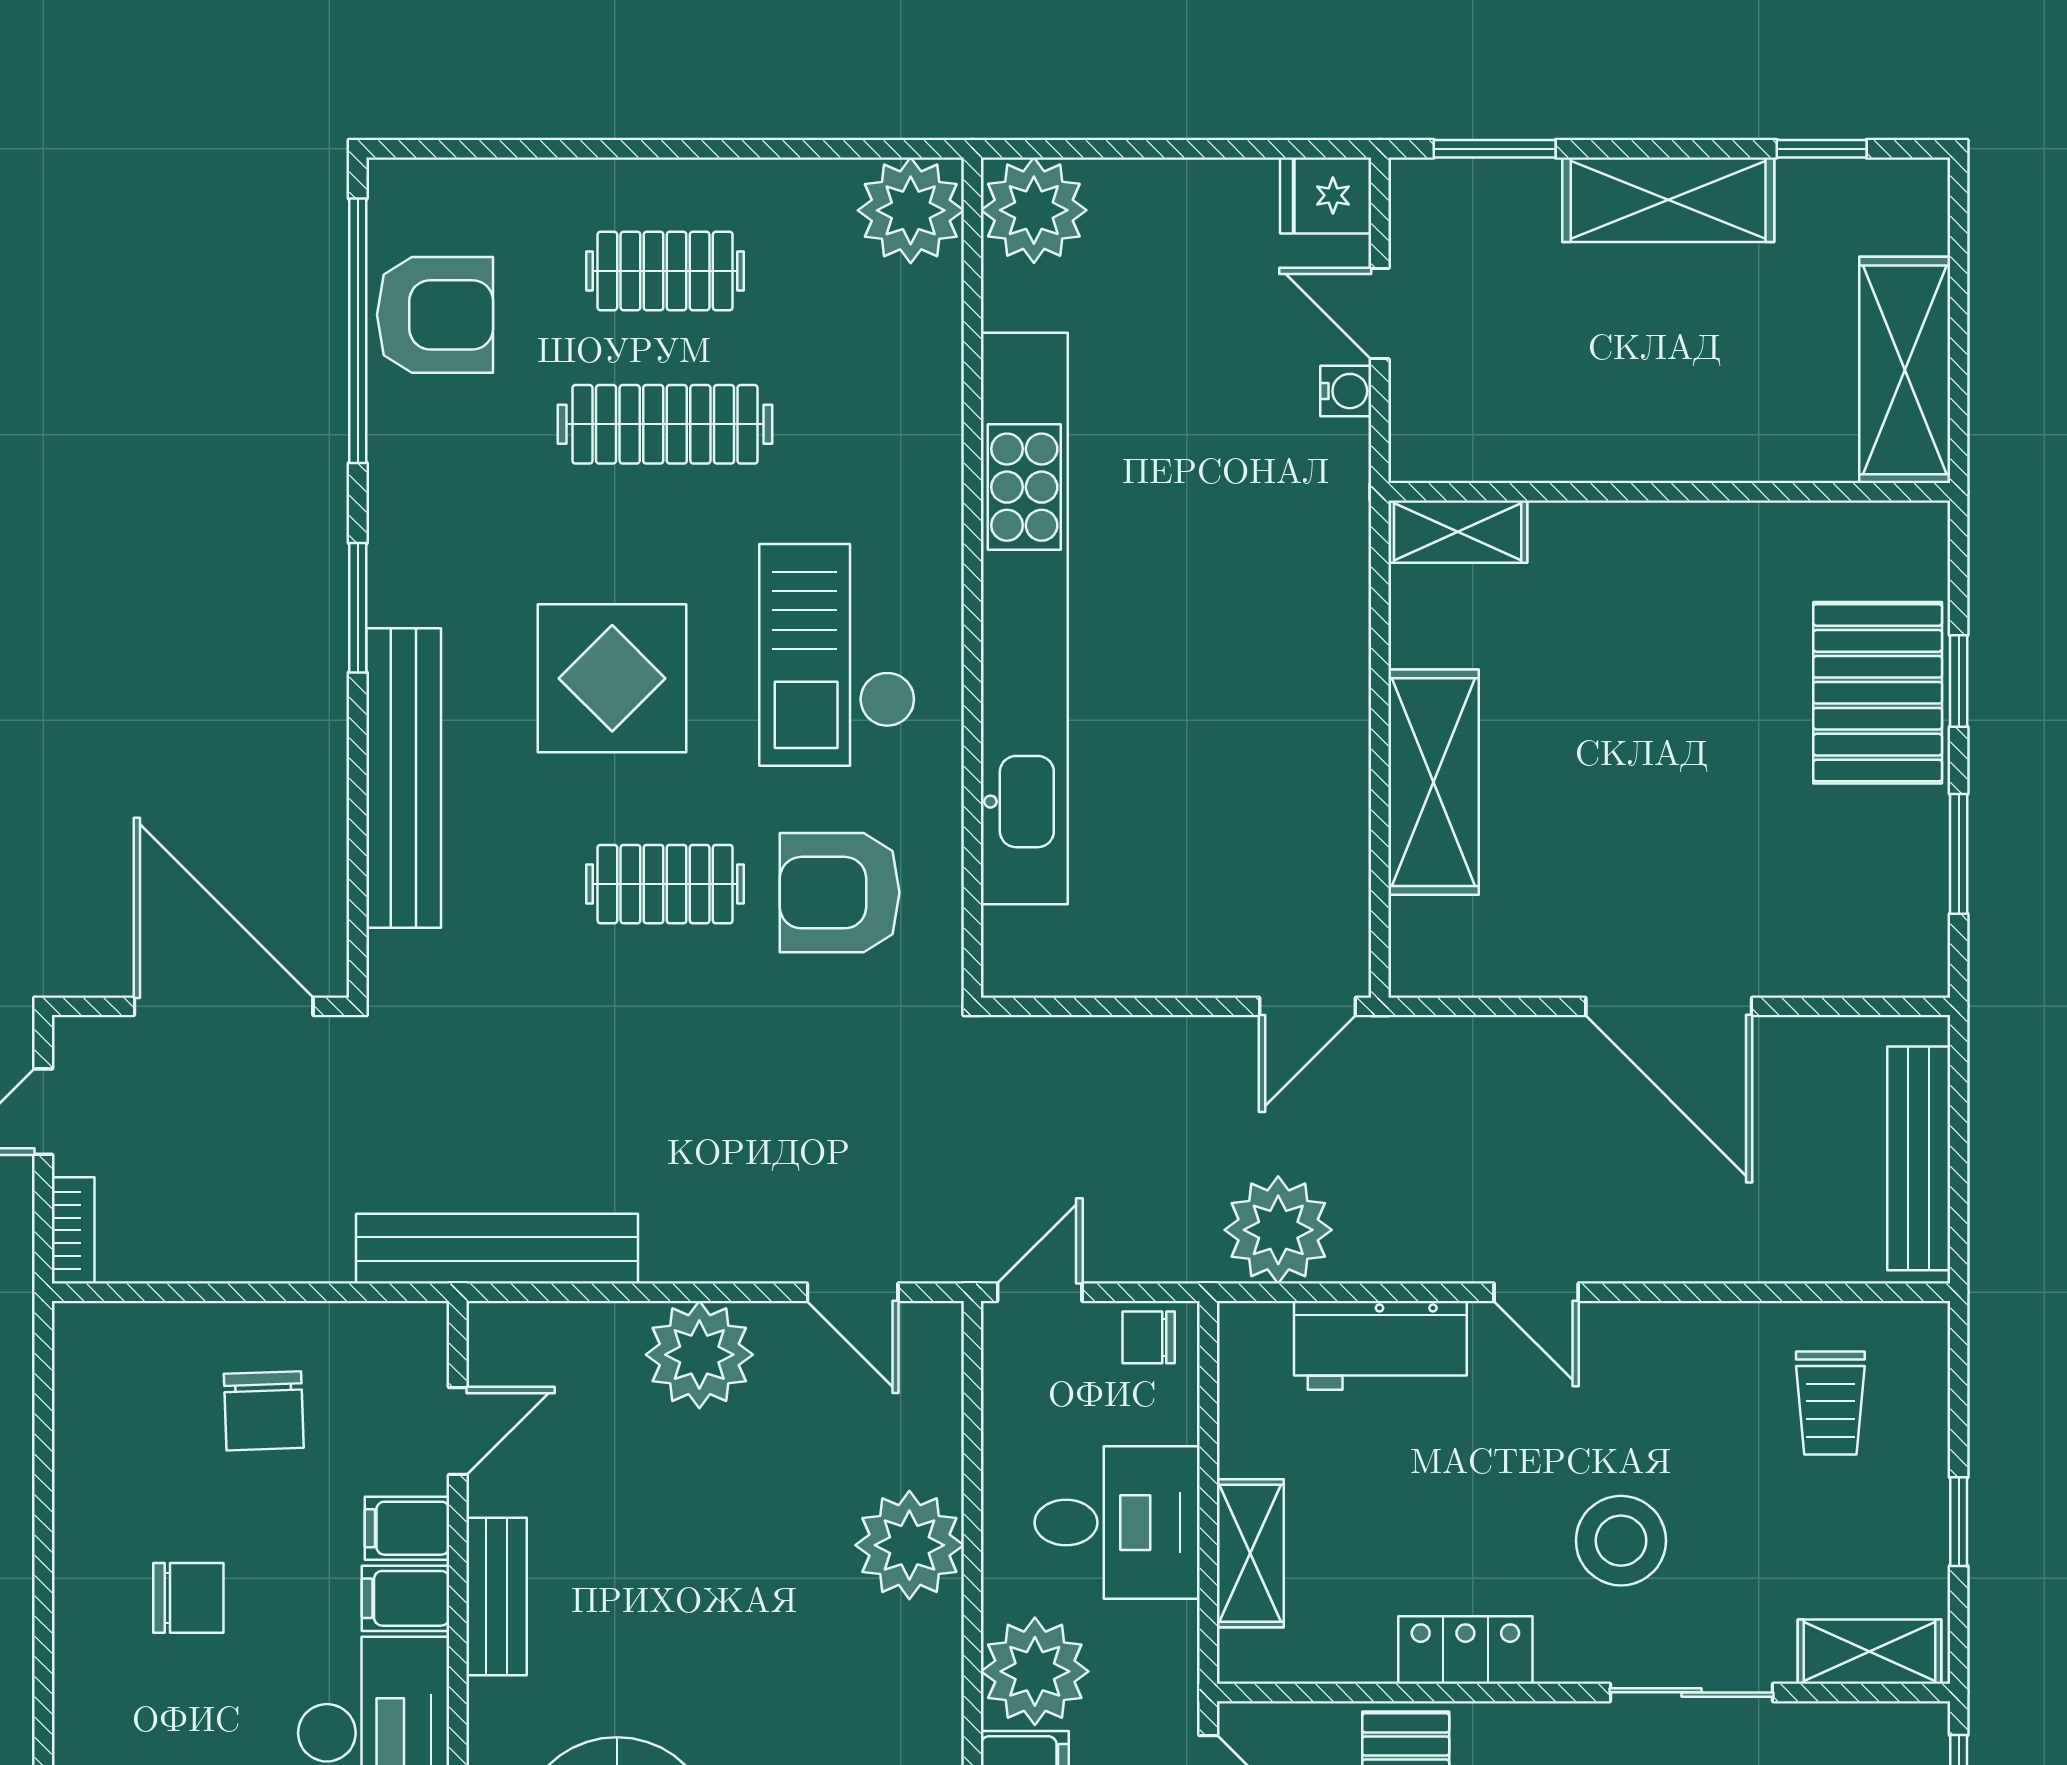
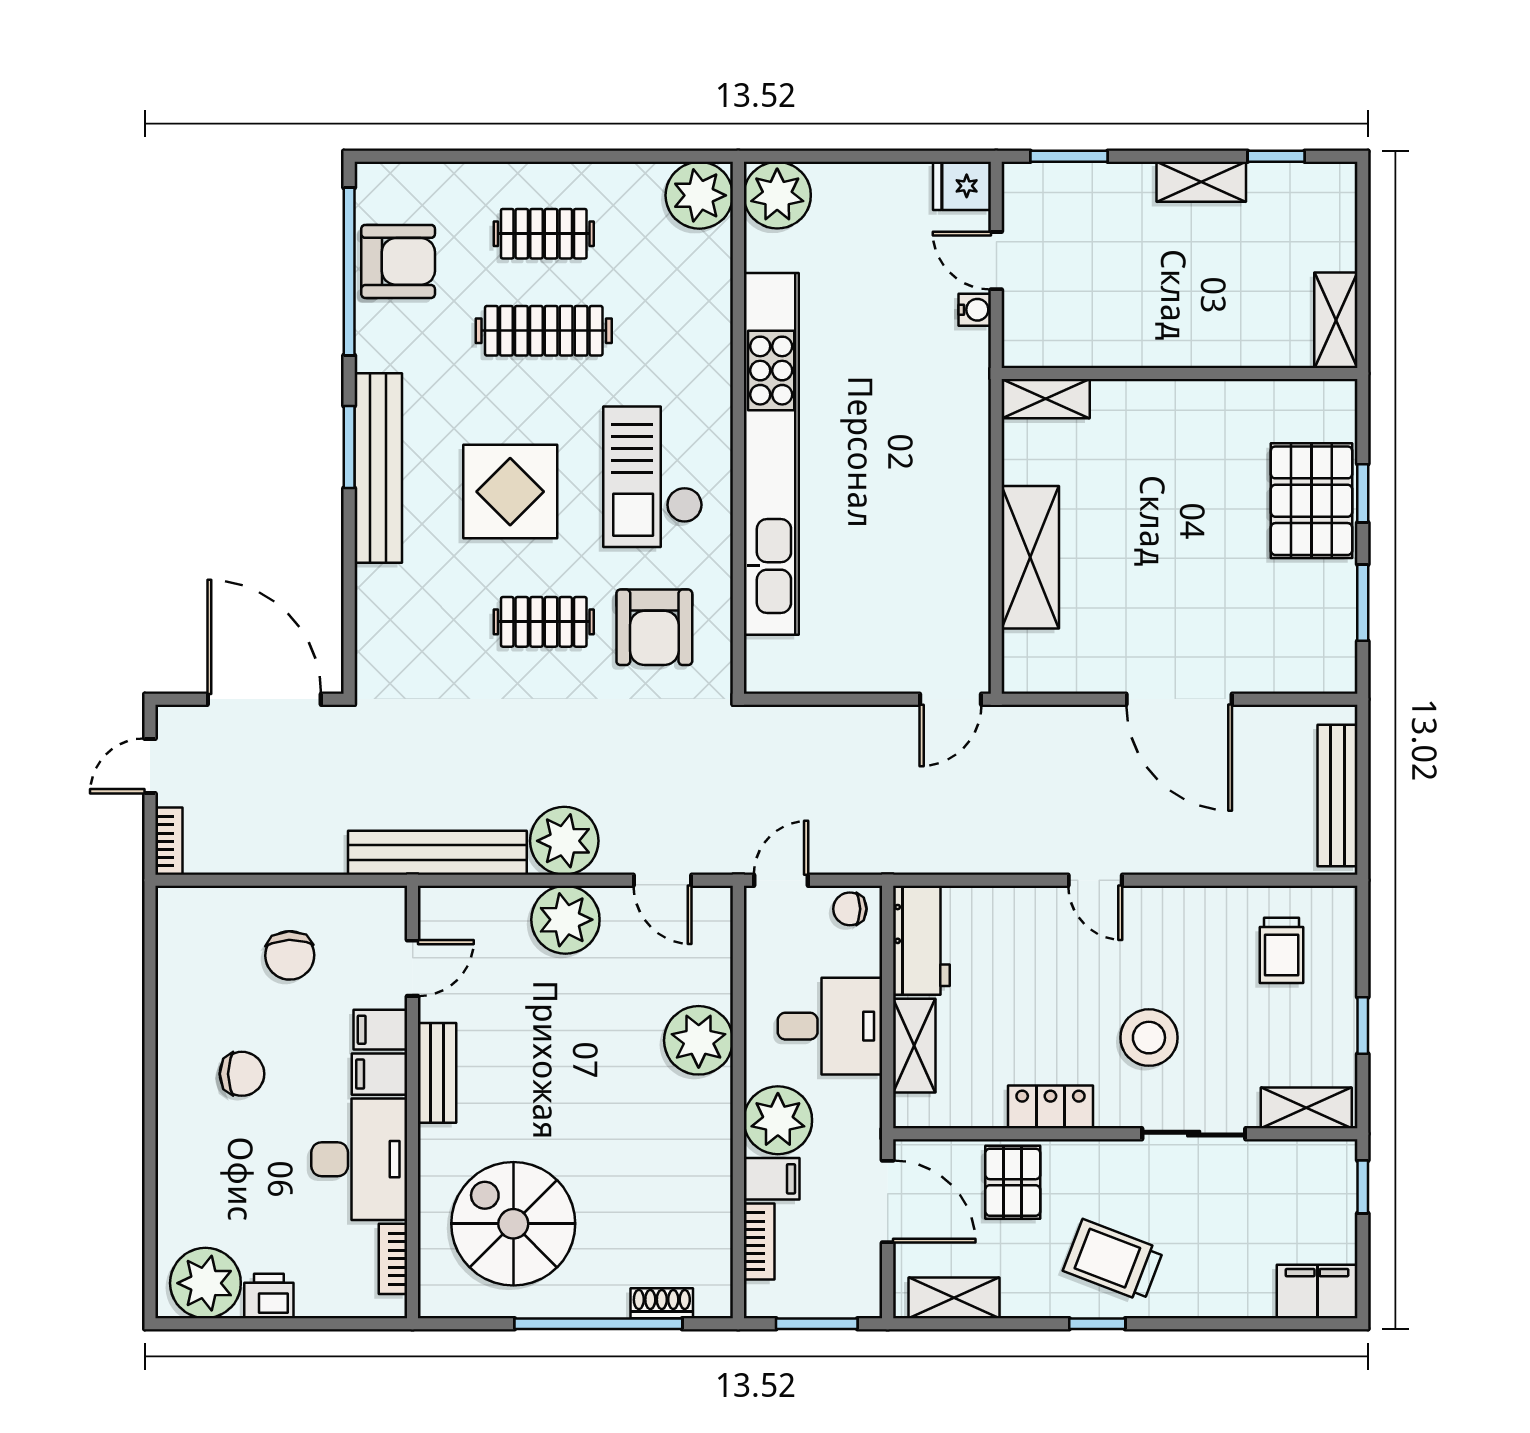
shelving: (1668, 200) -> (1201, 182), width x0.67, depth x0.75
shelving: (1905, 370) -> (1336, 320), width x0.67, depth x0.75
bench: (404, 778) -> (378, 468), moved
armchair: (840, 893) -> (654, 627), turned -90
plant: (1278, 1230) -> (564, 841), moved
workbench: (1380, 1345) -> (921, 940), moved, turned -90

